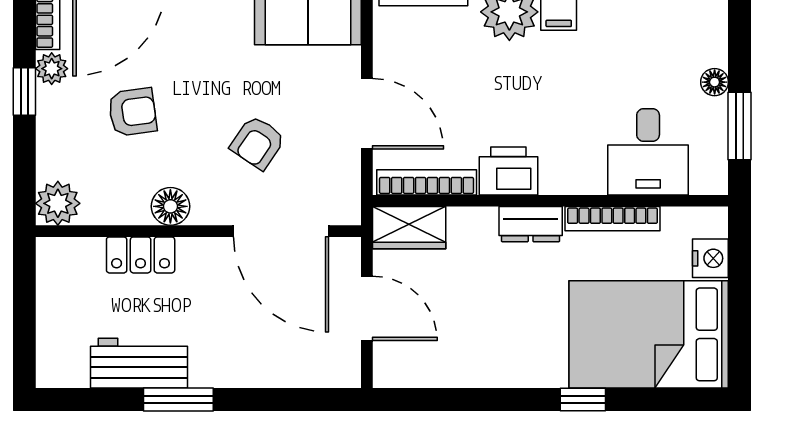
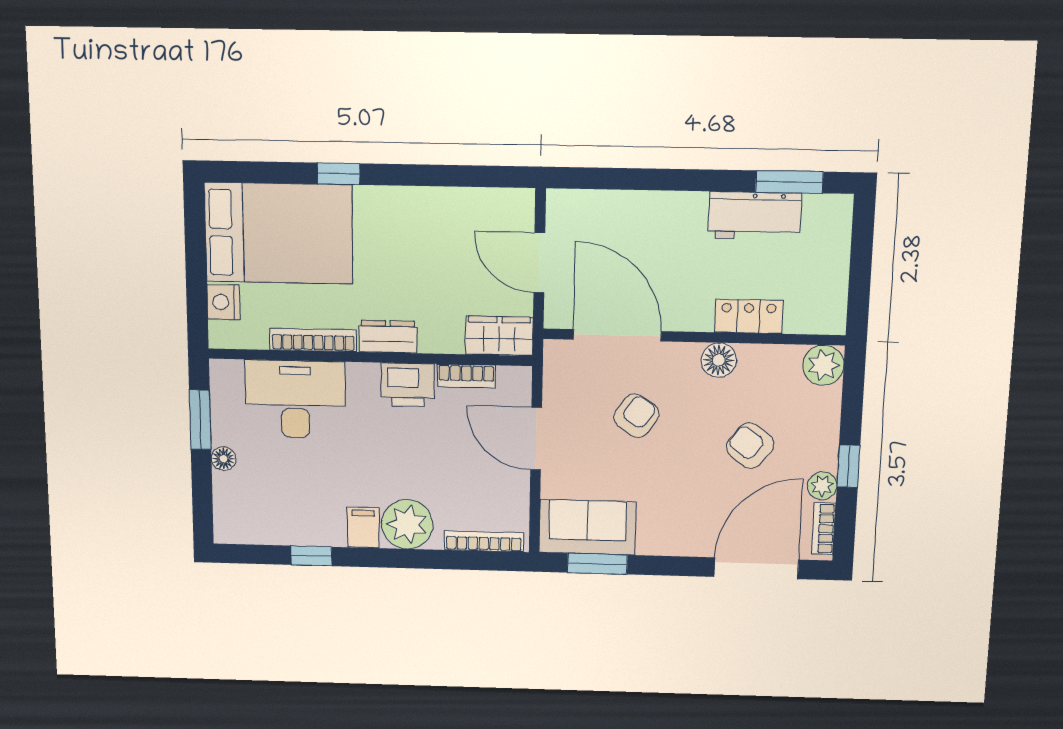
armchair: (132, 112) -> (750, 445), turned 45
desk: (648, 152) -> (295, 399), width x1.37
bookcase: (427, 182) -> (466, 376), width x0.64
window: (178, 399) -> (789, 182), moved

